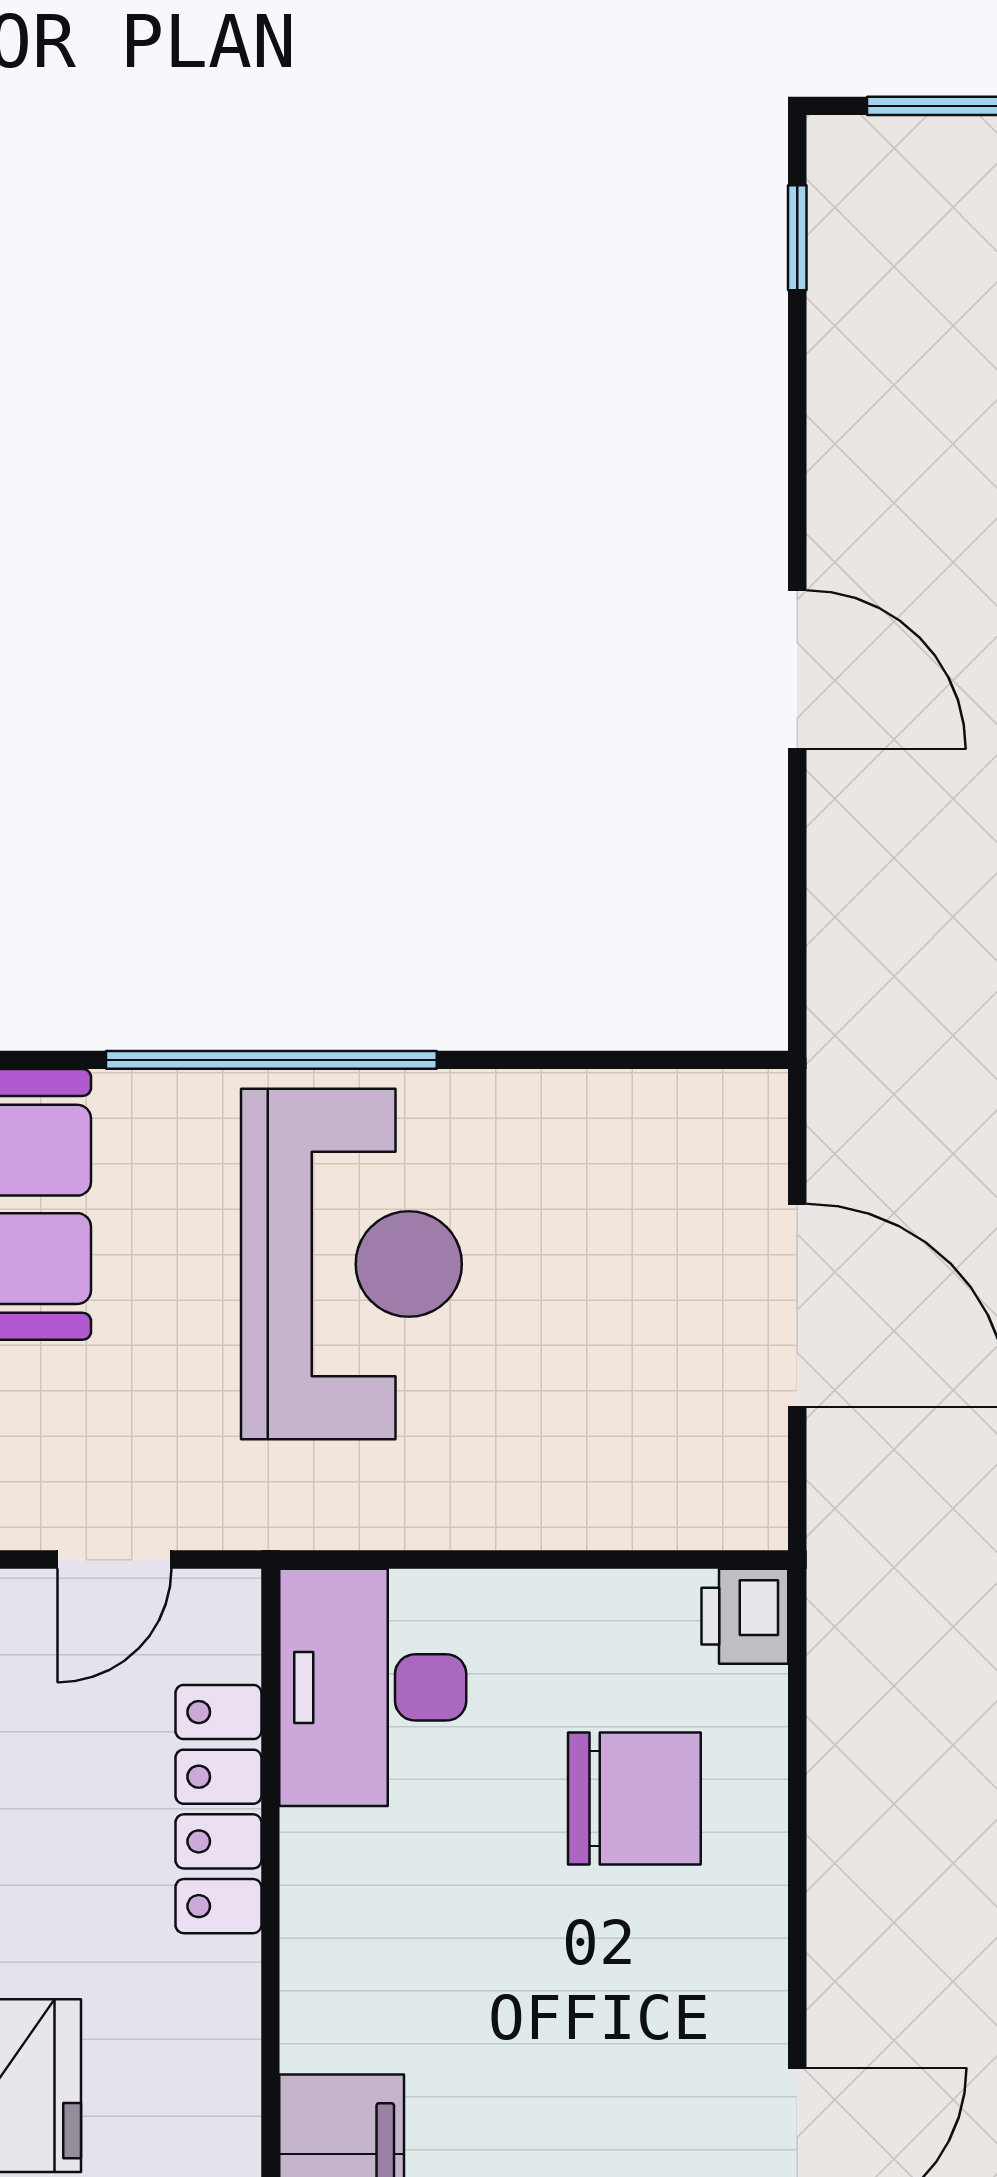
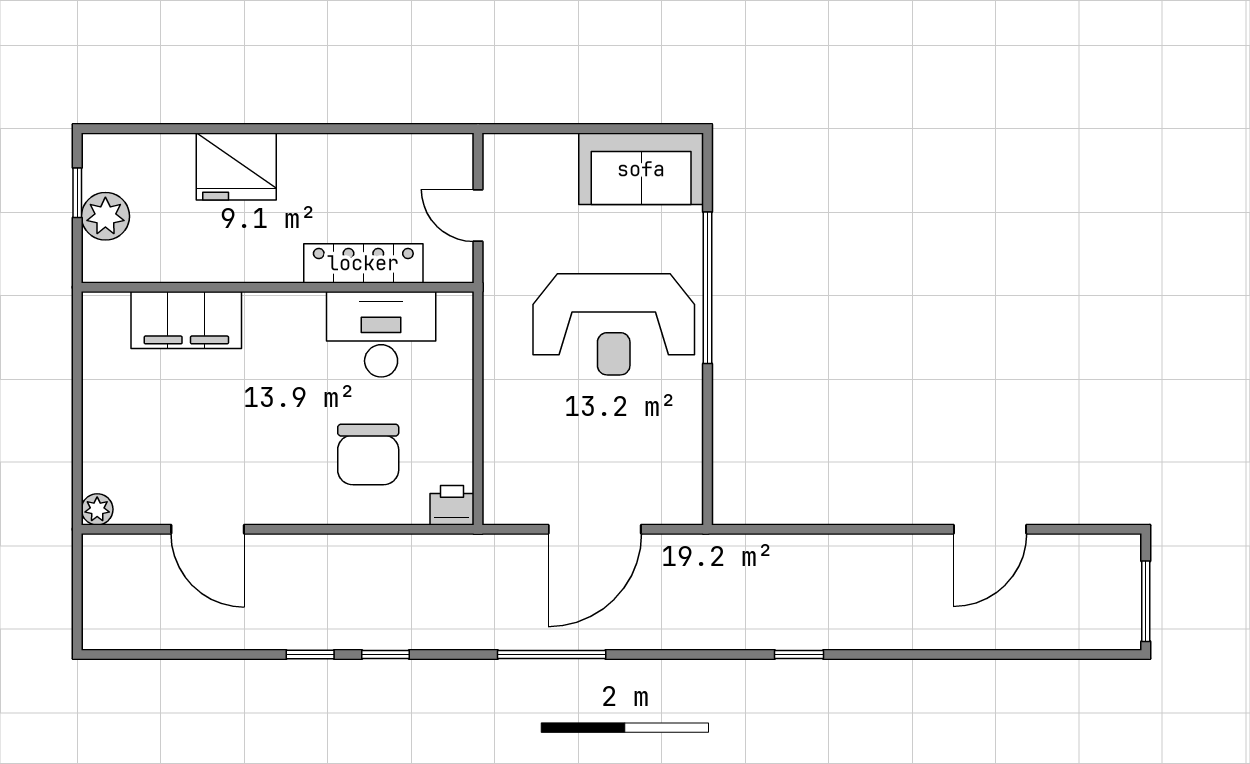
window: (797, 238) -> (1085, 529), removed
door: (797, 670) -> (990, 529), moved
desk: (373, 1687) -> (381, 334), moved

